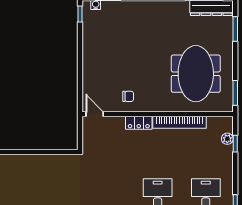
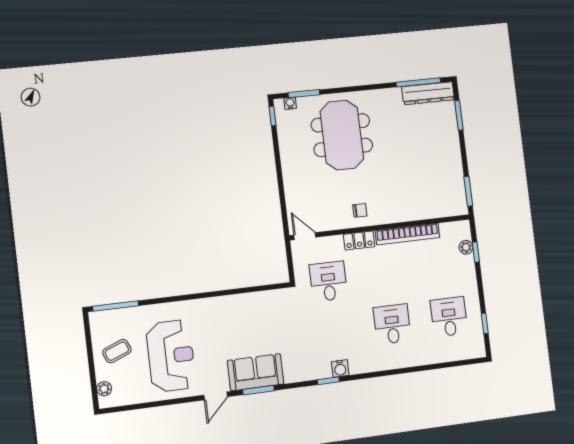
meeting table: (196, 74) -> (342, 135), moved
chair: (128, 96) -> (360, 210), moved
desk: (109, 153) -> (328, 281), added

